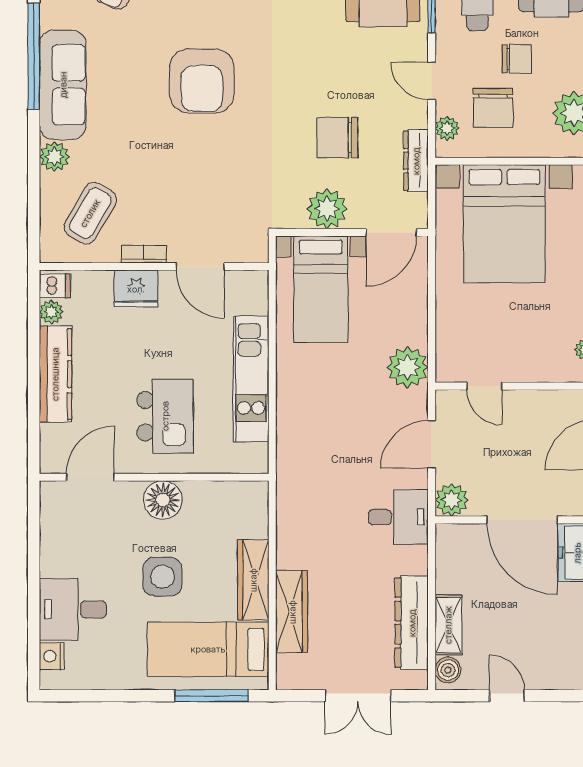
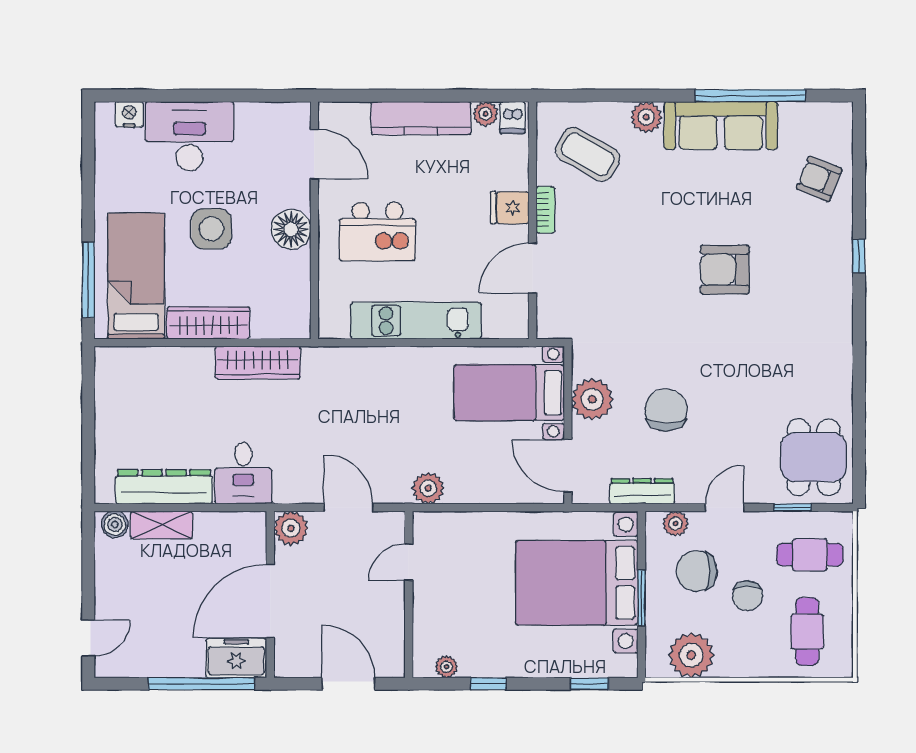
armchair: (202, 81) -> (725, 270), width x0.73, depth x0.73
window: (519, 161) -> (641, 598), added
fridge: (136, 289) -> (510, 208), width x0.72
plant: (407, 367) -> (428, 488), width x0.73, depth x0.73
desk: (398, 517) -> (243, 473), moved
desk: (73, 609) -> (189, 136), width x1.37
wardrobe: (292, 612) -> (258, 363), moved
double door: (358, 696) -> (88, 431), removed
door: (507, 696) -> (88, 638), moved

